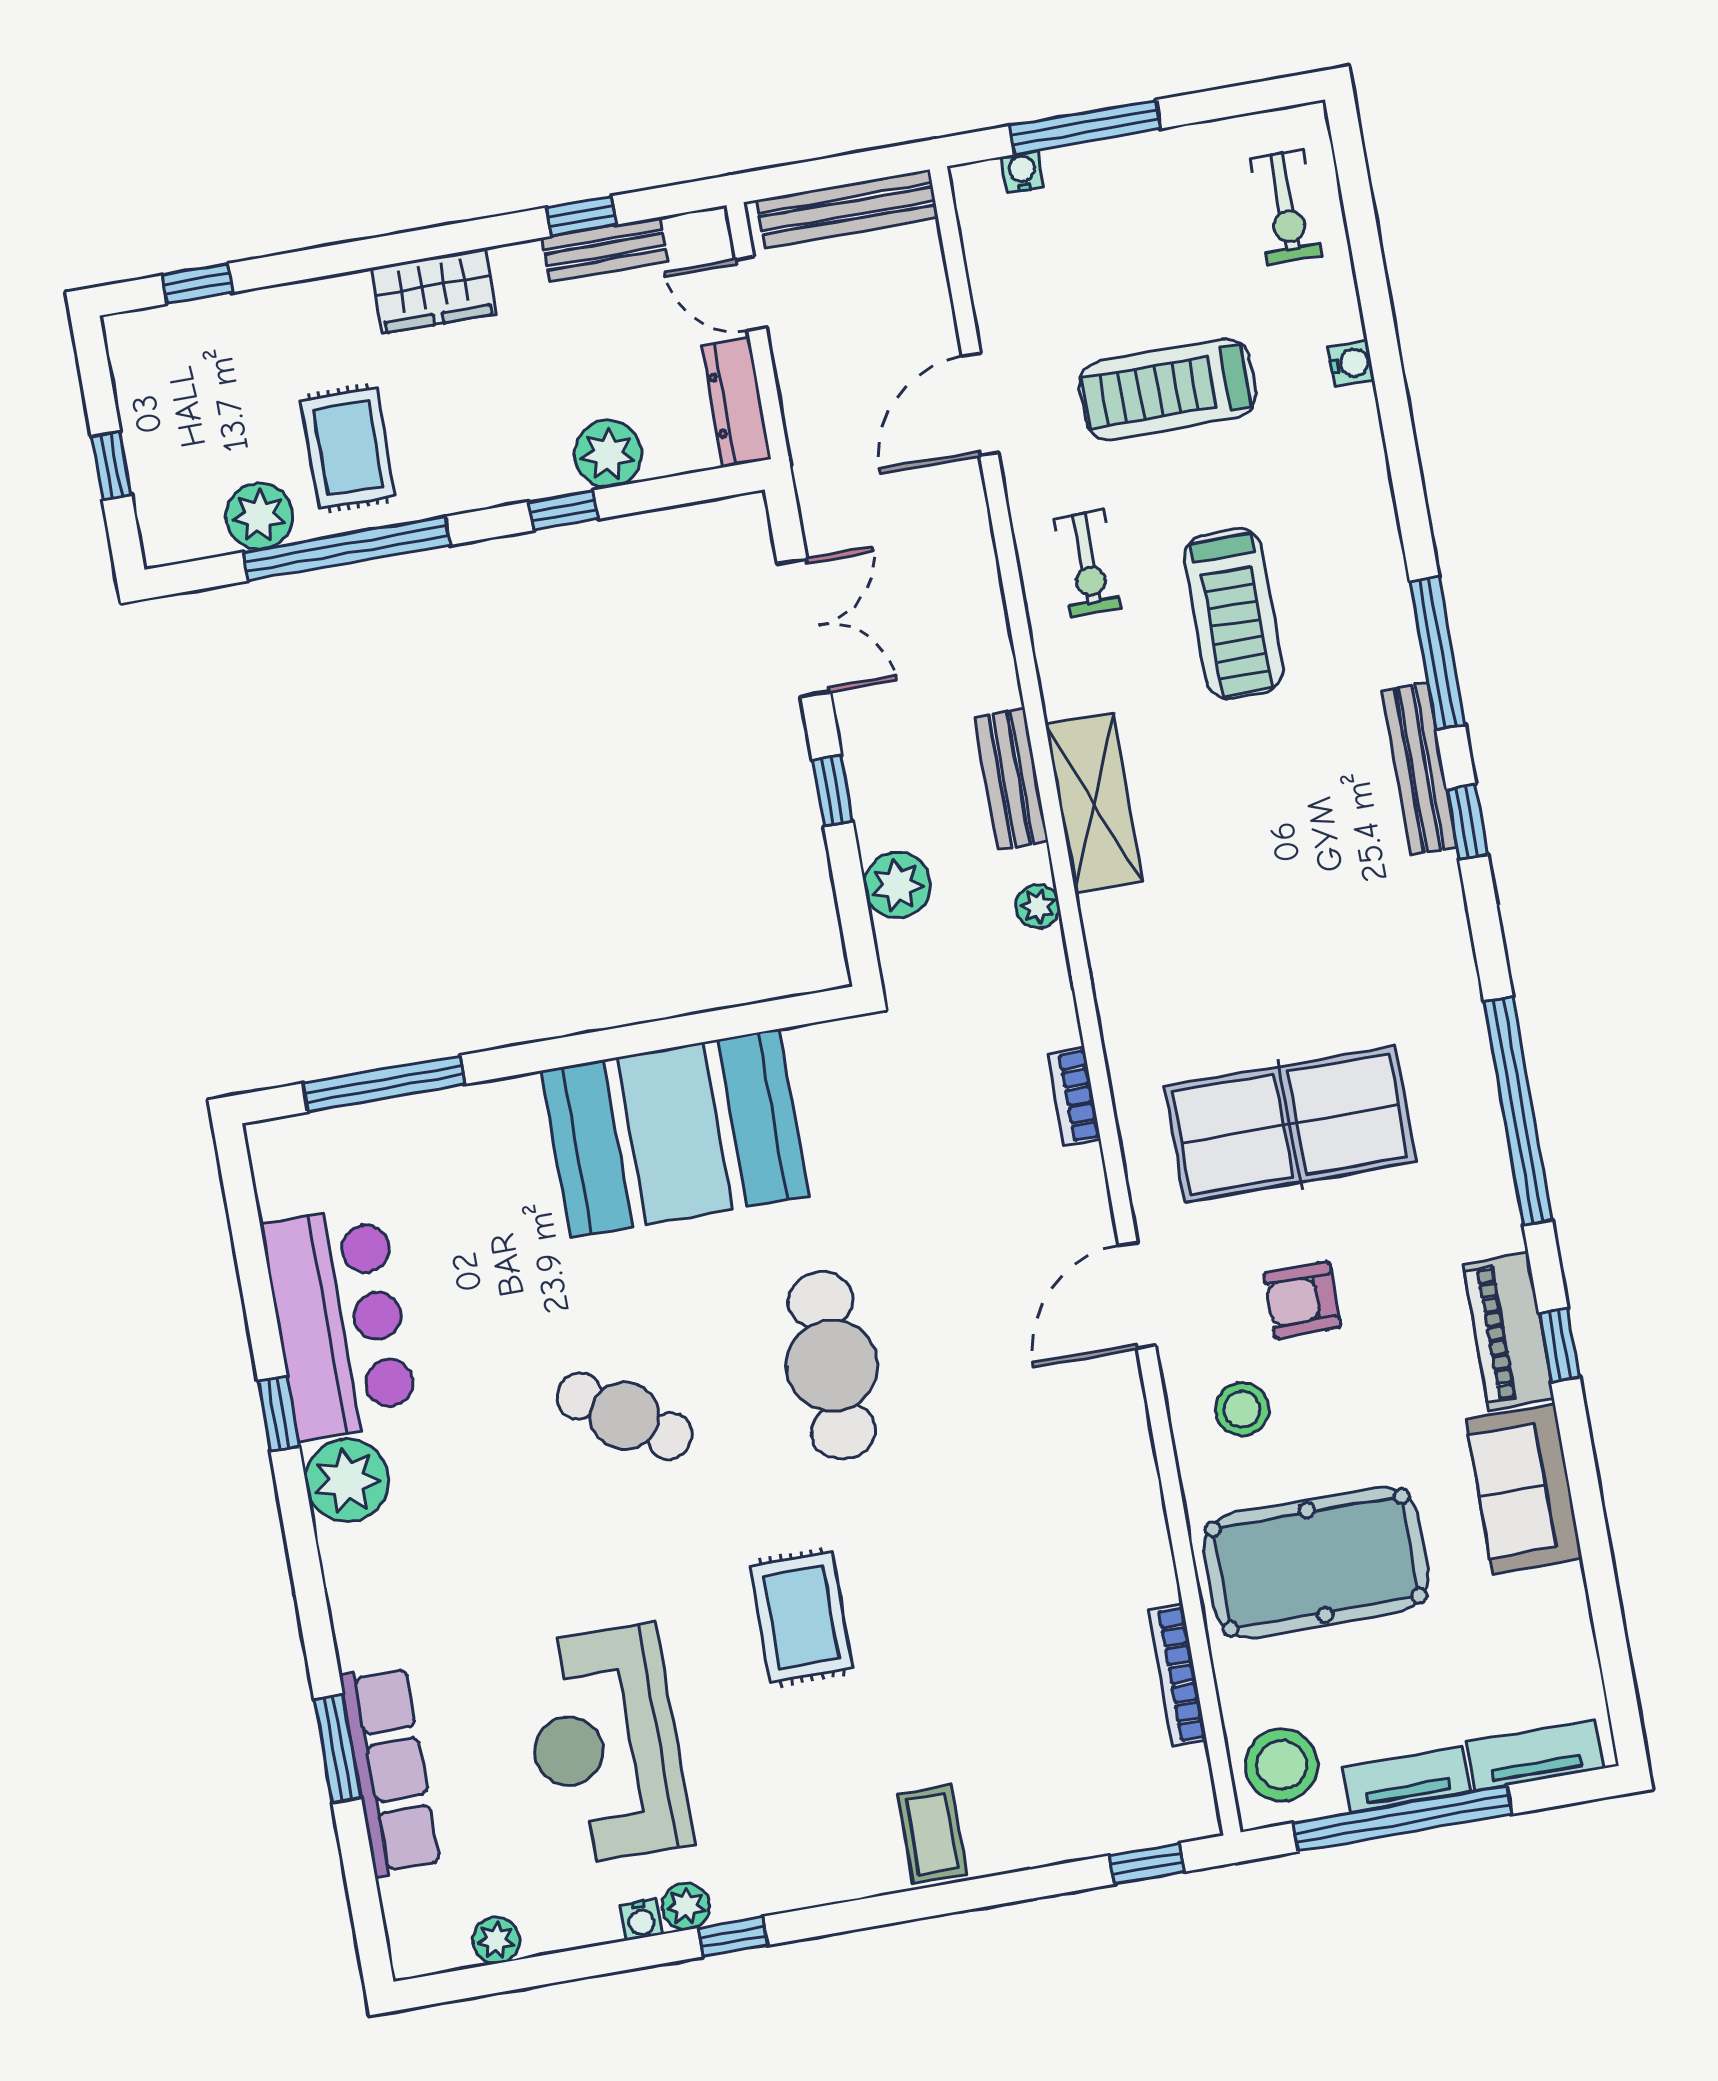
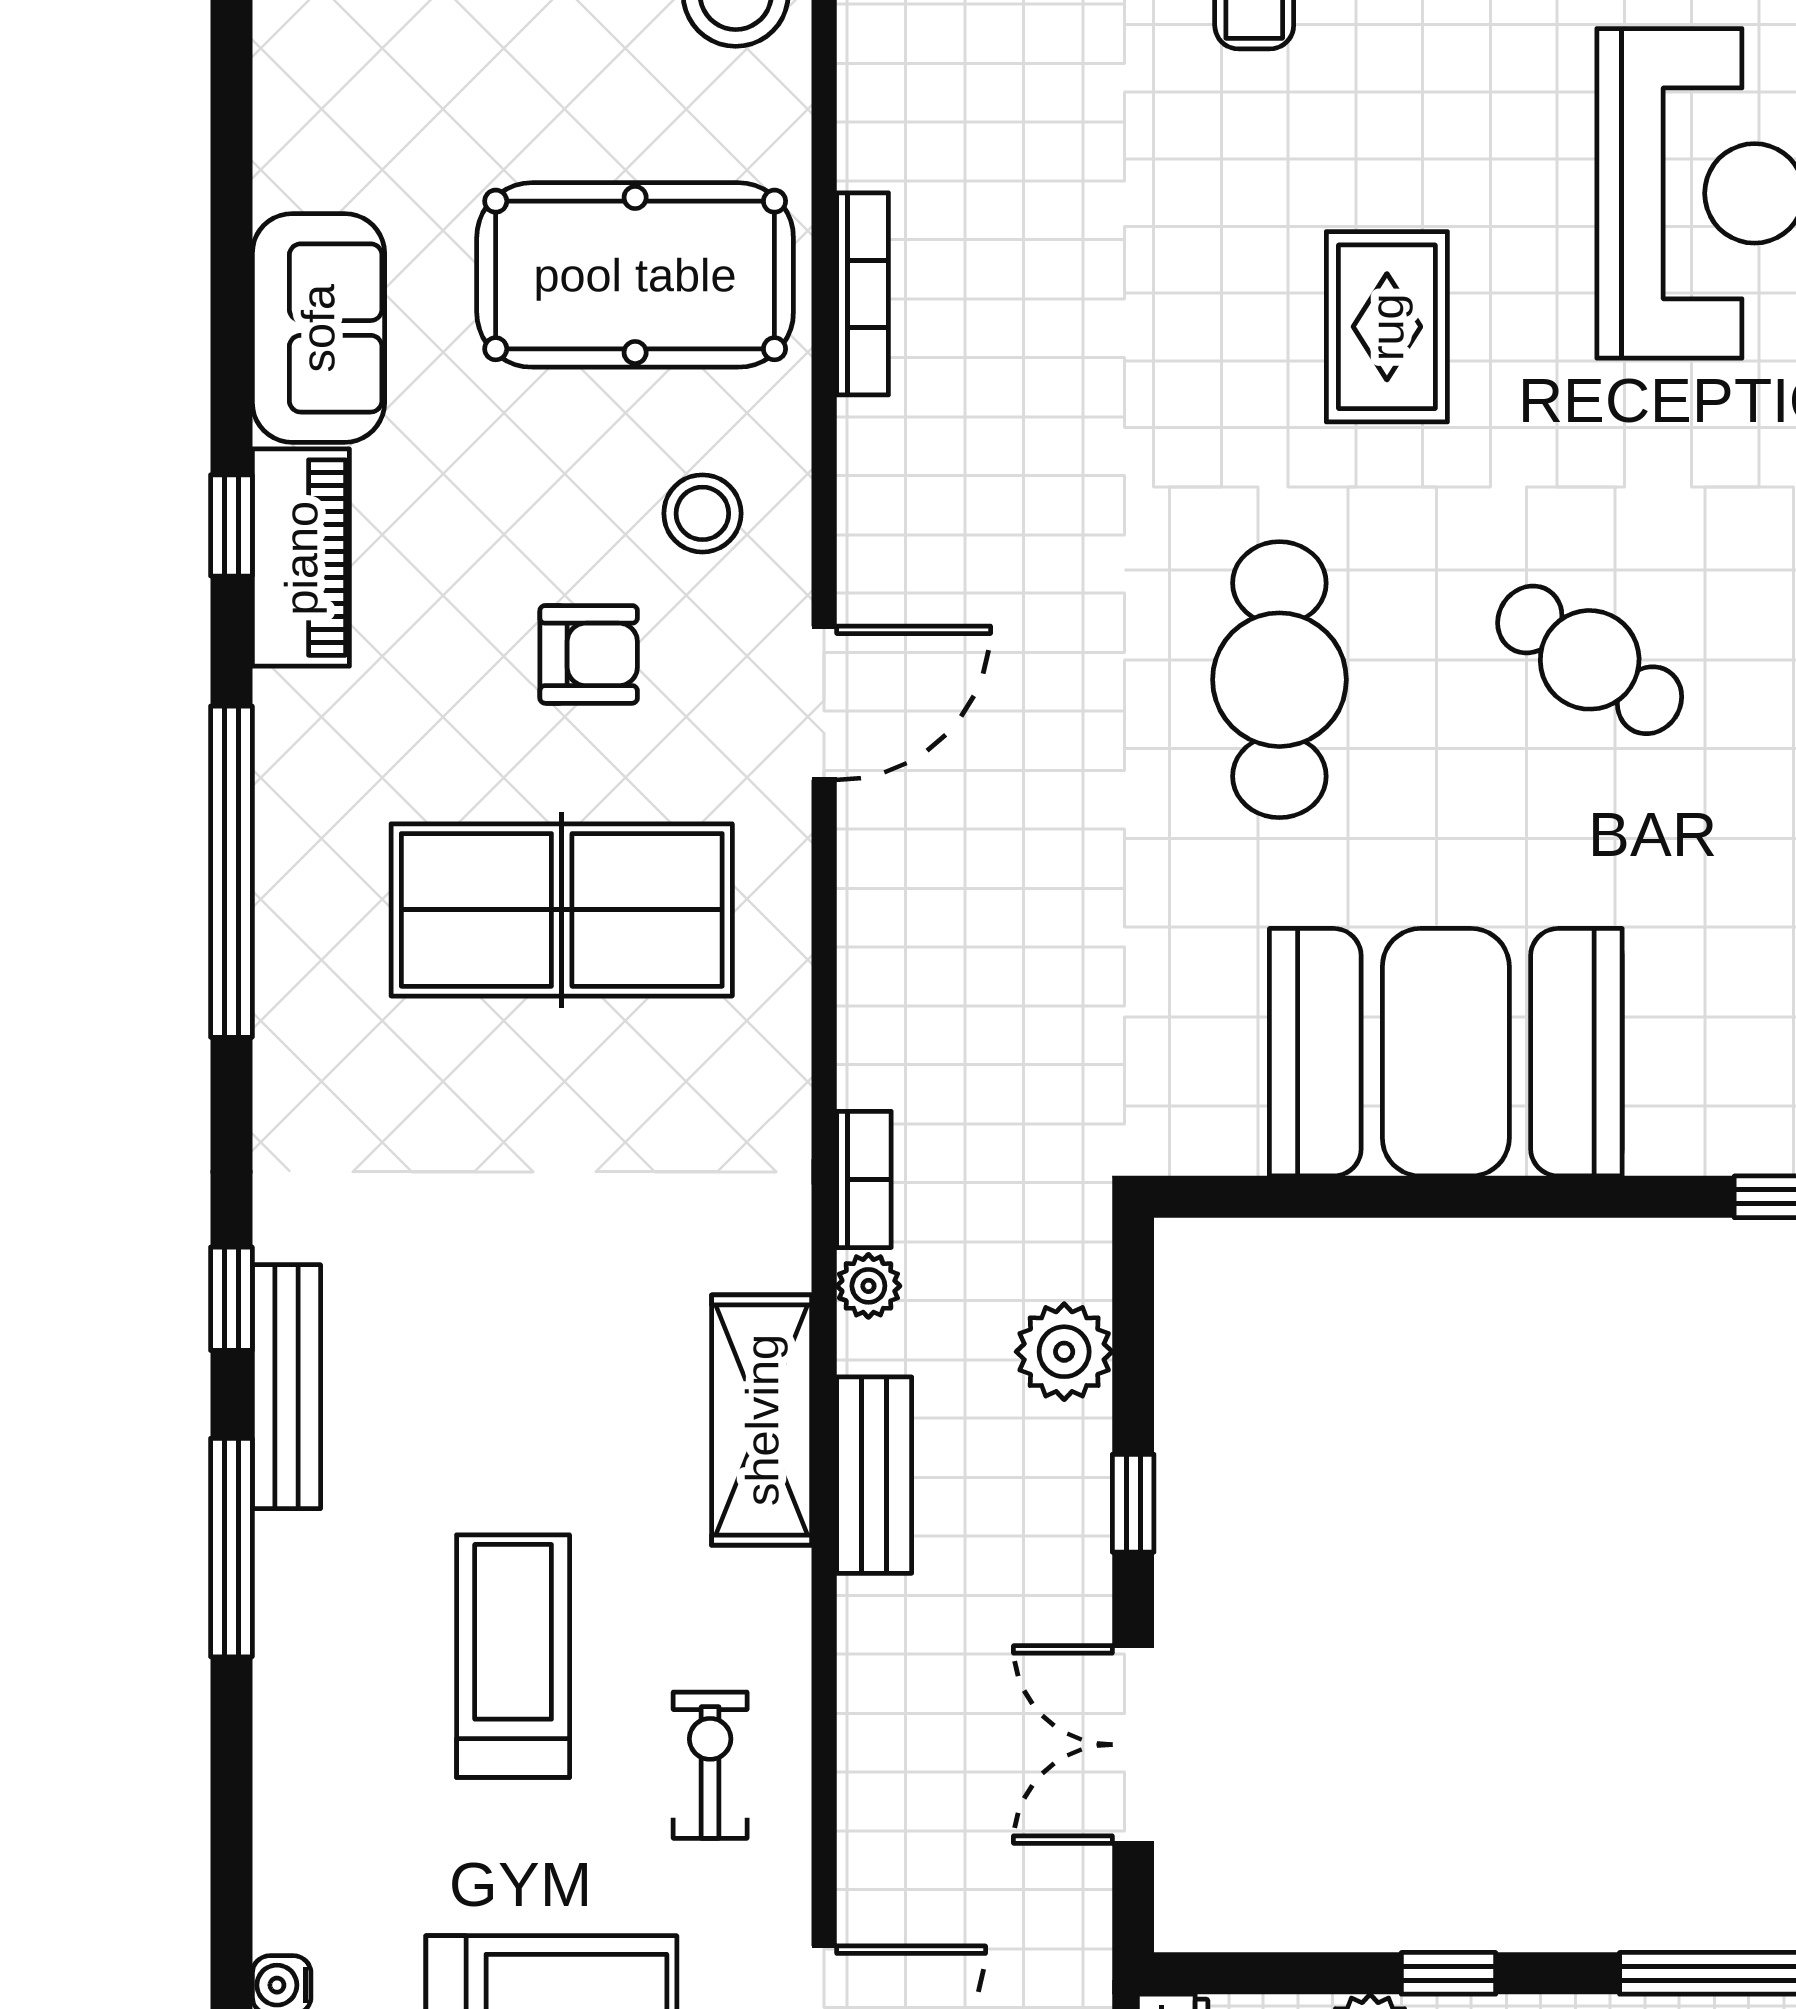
bookcase: (1074, 1097) -> (864, 1179), moved
bookcase: (1177, 1675) -> (863, 294), moved

